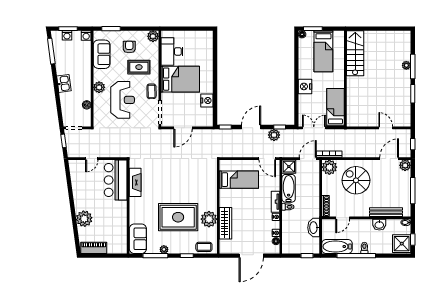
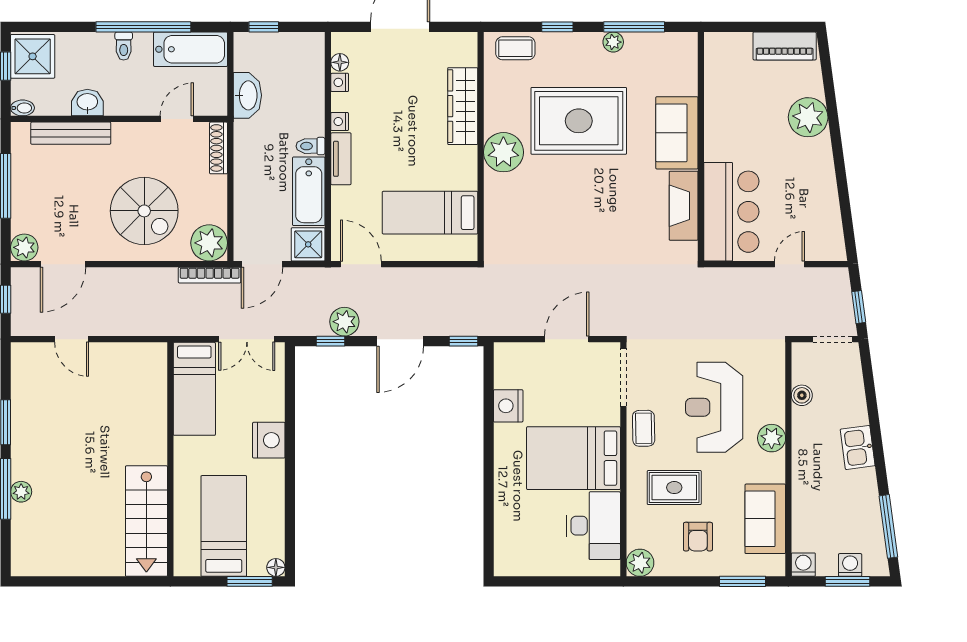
plant: (209, 219) -> (503, 152), moved
sofa: (138, 239) -> (677, 133), moved

